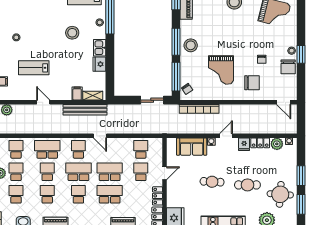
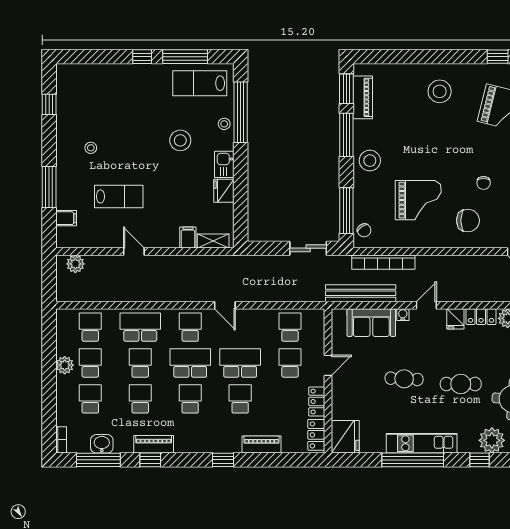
window: (176, 42) -> (346, 135), moved
lab bench: (34, 68) -> (119, 196), turned 180
grand piano: (221, 70) -> (418, 200), turned -90
bench: (85, 110) -> (361, 293), moved
school desk: (110, 194) -> (240, 399), width x0.54

